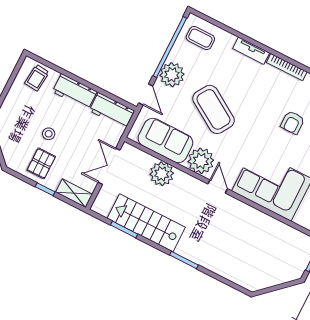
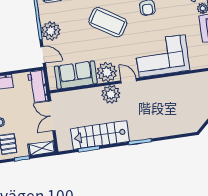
coffee table: (213, 109) -> (108, 22), moved
workbench: (112, 111) -> (38, 86), moved, turned 90
plant: (162, 174) -> (111, 94), moved

